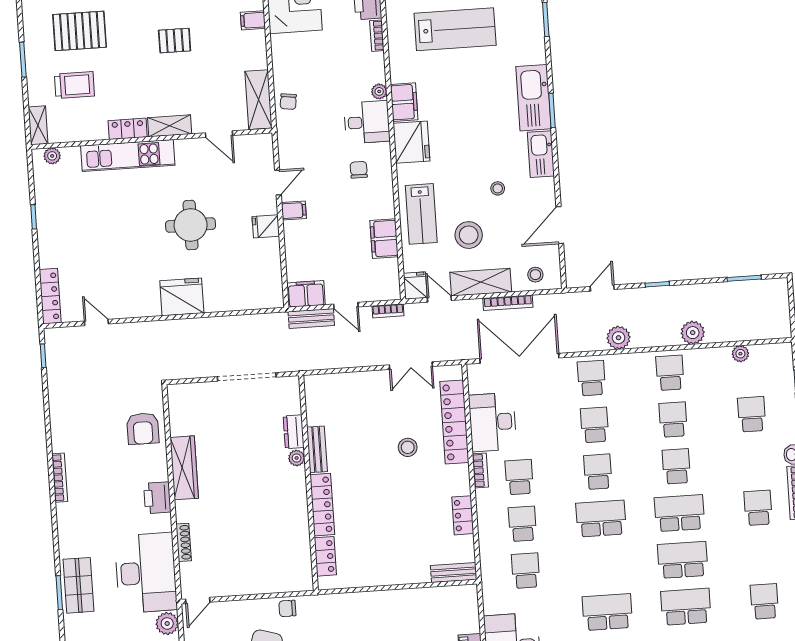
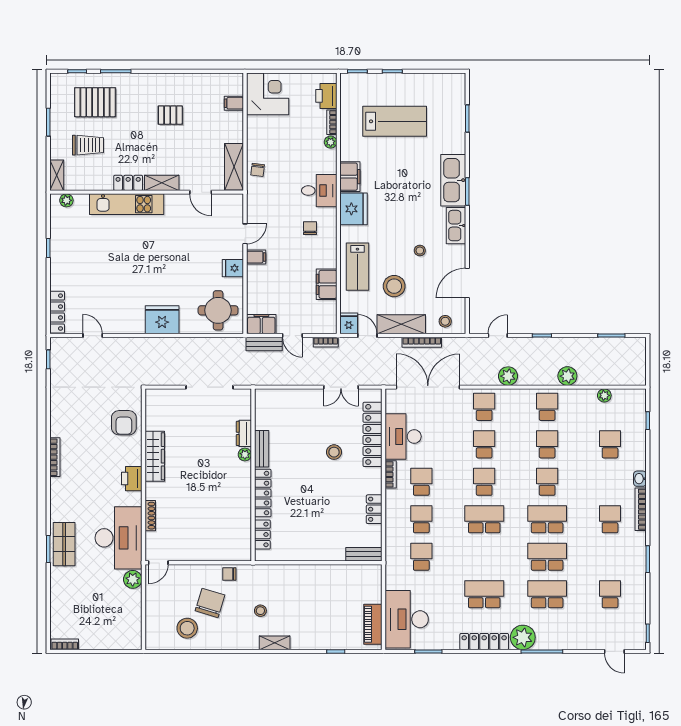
plant: (379, 91) -> (331, 142), moved
round table: (191, 225) -> (218, 310), moved

